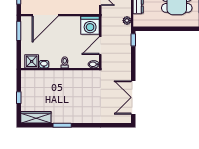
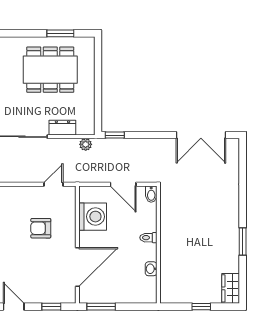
door: (45, 15) -> (77, 267), hinge flipped
washing machine: (90, 25) -> (93, 217), moved
shower: (32, 61) -> (147, 287), removed
wardrobe: (36, 117) -> (231, 288), width x0.67

